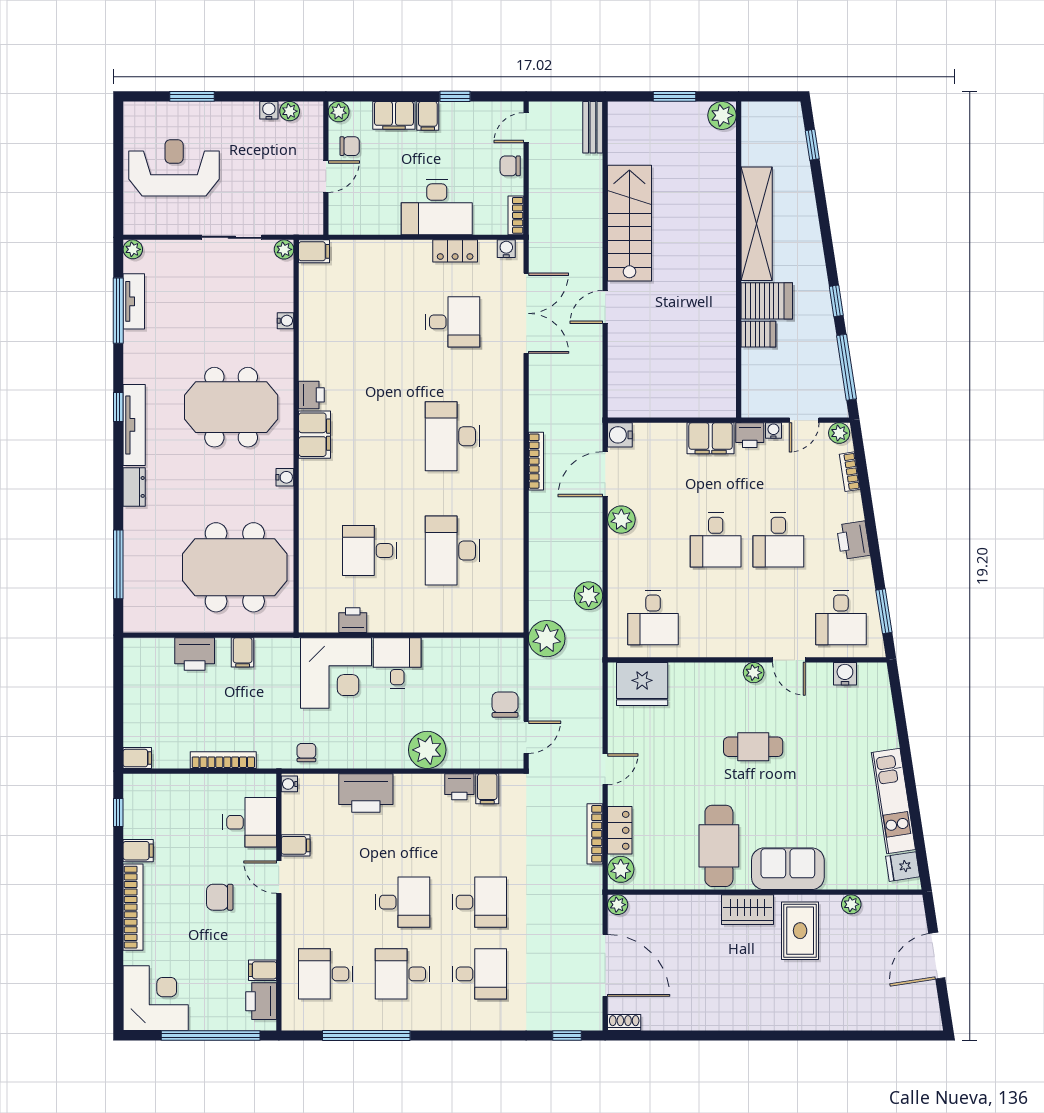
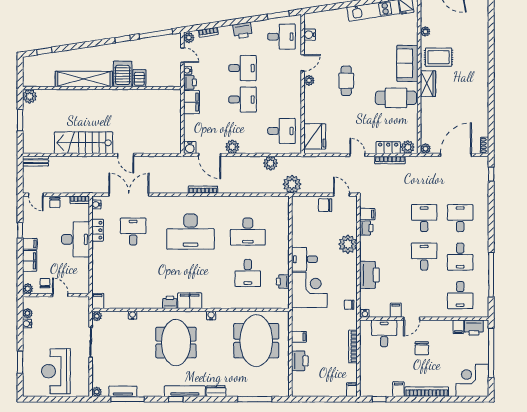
desk: (452, 436) -> (190, 232), width x1.36, depth x1.30

